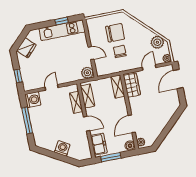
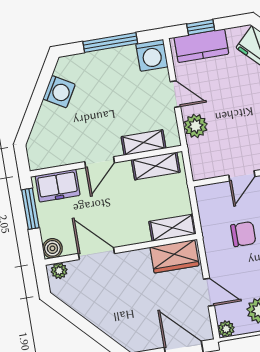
plant: (87, 73) -> (196, 126), moved
kitchen counter: (27, 75) -> (201, 46), added
washing machine: (62, 148) -> (59, 92), moved

